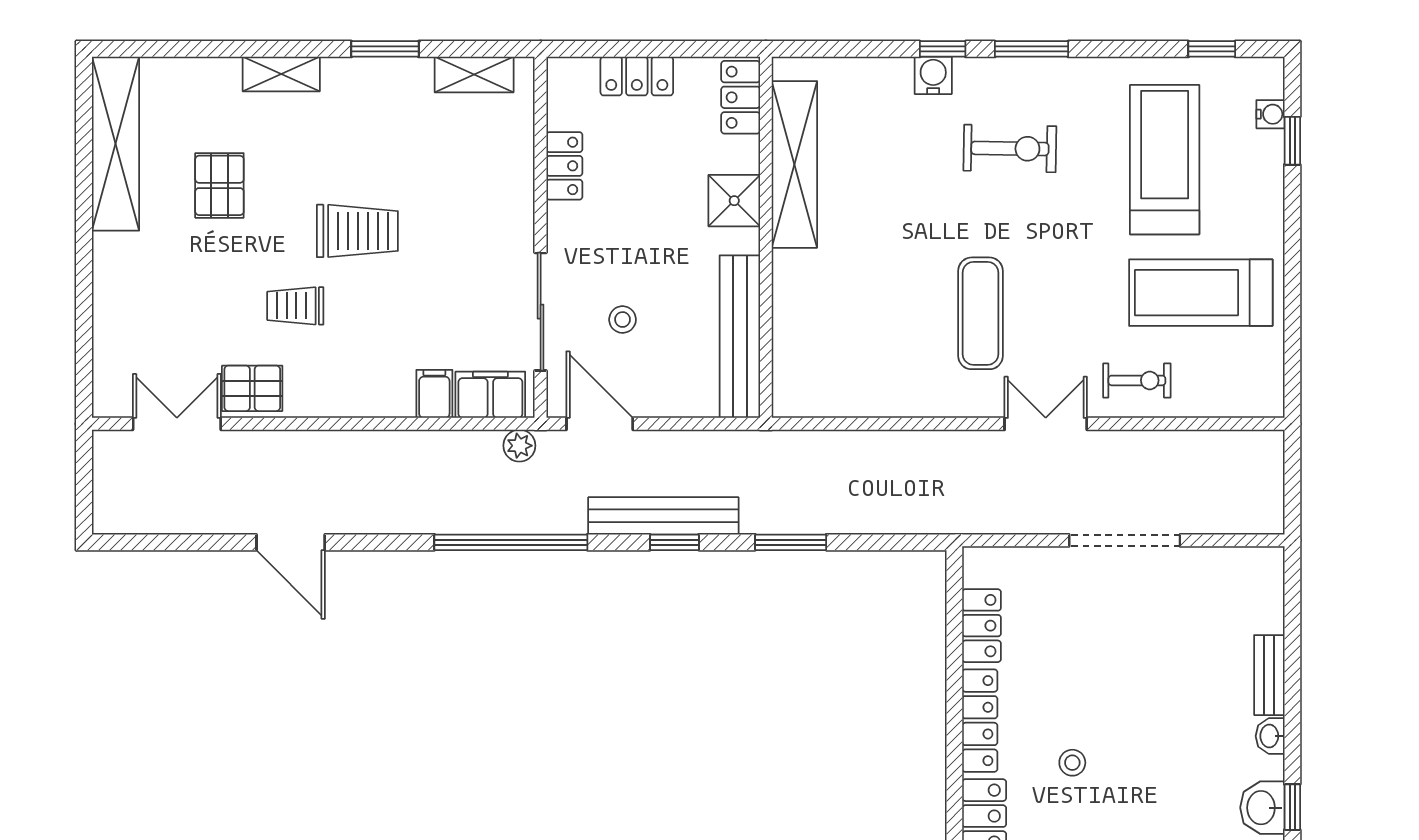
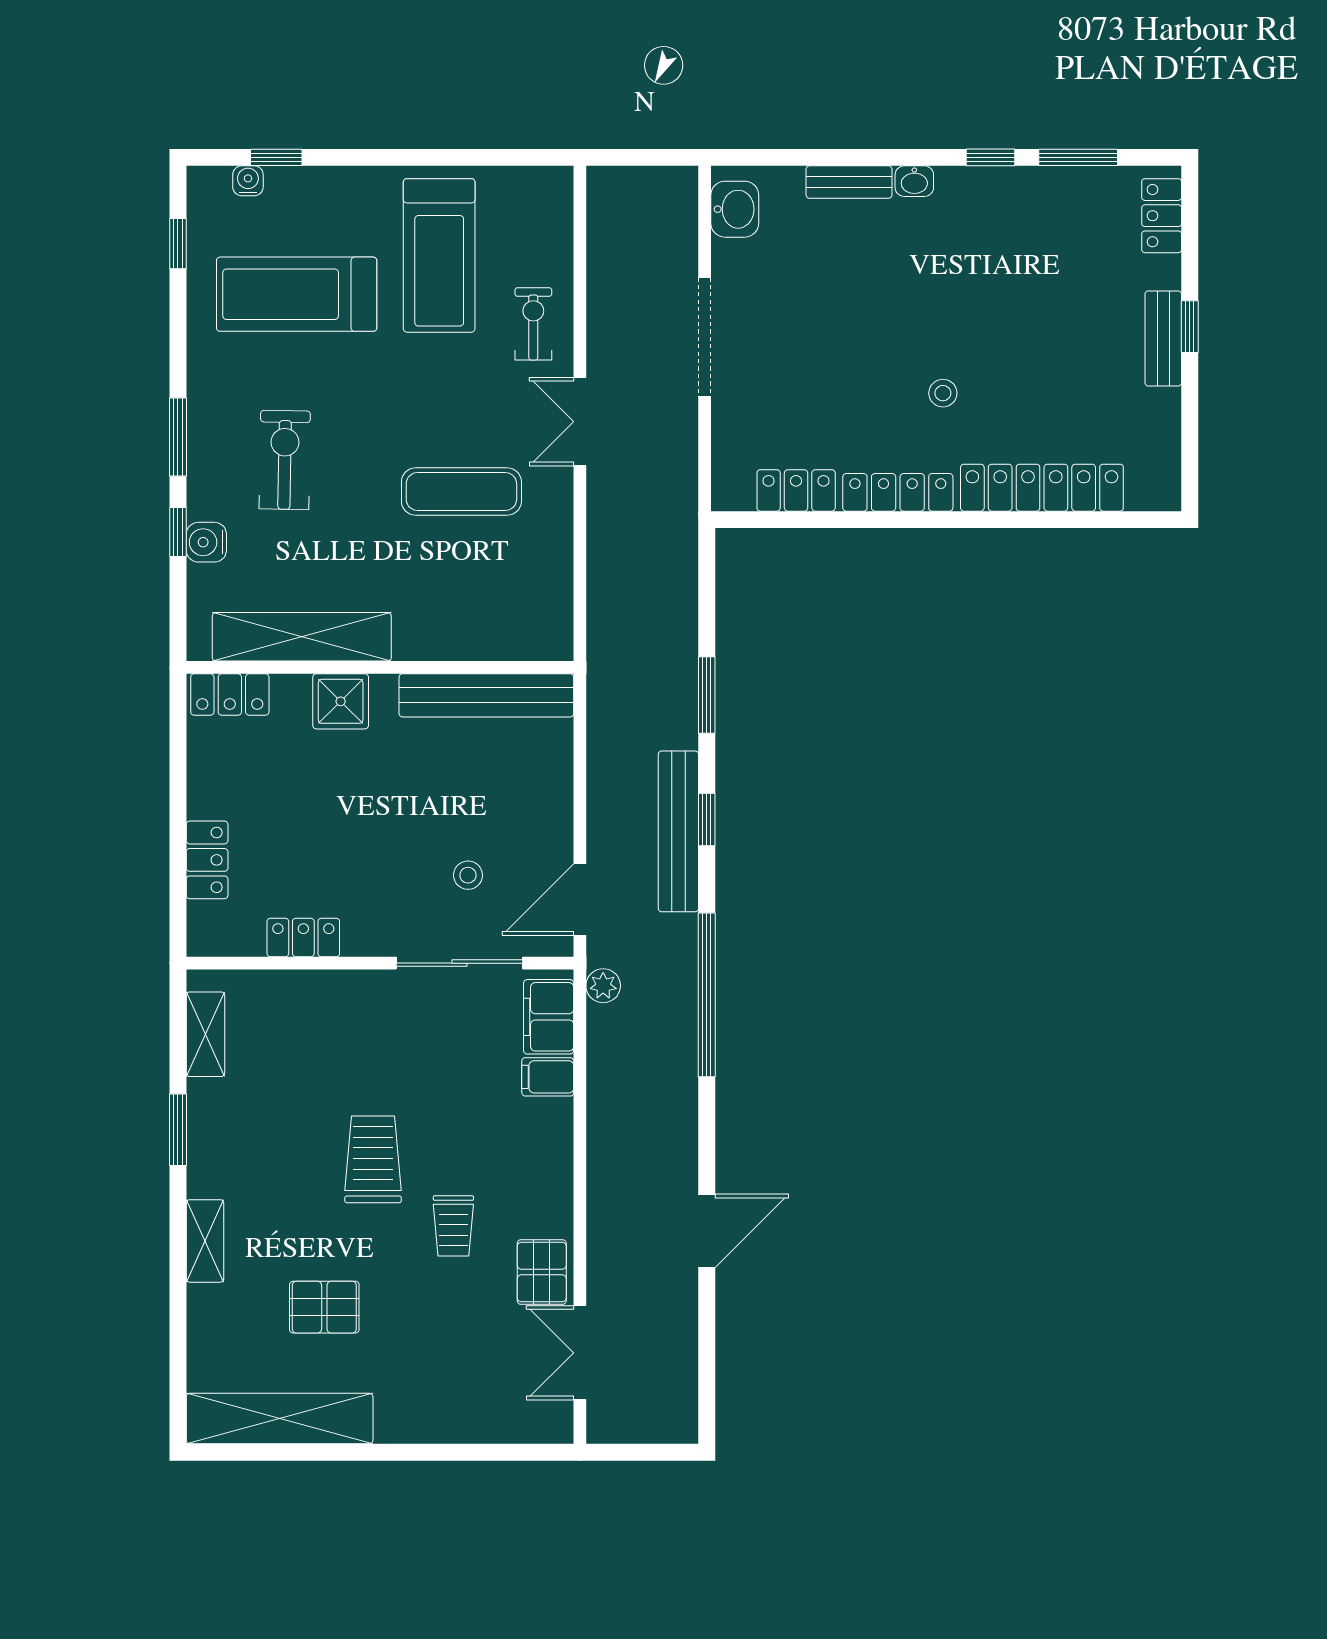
locker: (741, 97) -> (230, 694), moved
shelving: (794, 164) -> (302, 637), moved
shower: (734, 201) -> (341, 701), moved
wall: (766, 237) -> (380, 667), moved
bench: (740, 337) -> (486, 695), moved
washbasin: (1262, 808) -> (735, 209), moved, turned -90

